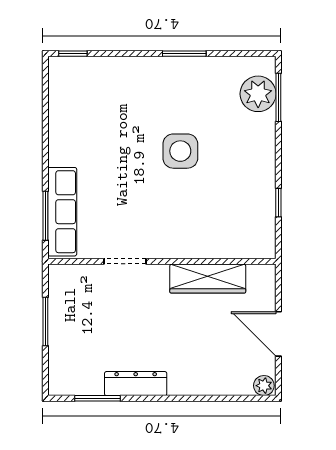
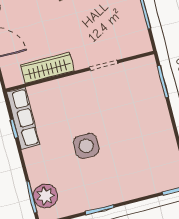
row of seats: (62, 212) -> (23, 118), moved, turned 180

